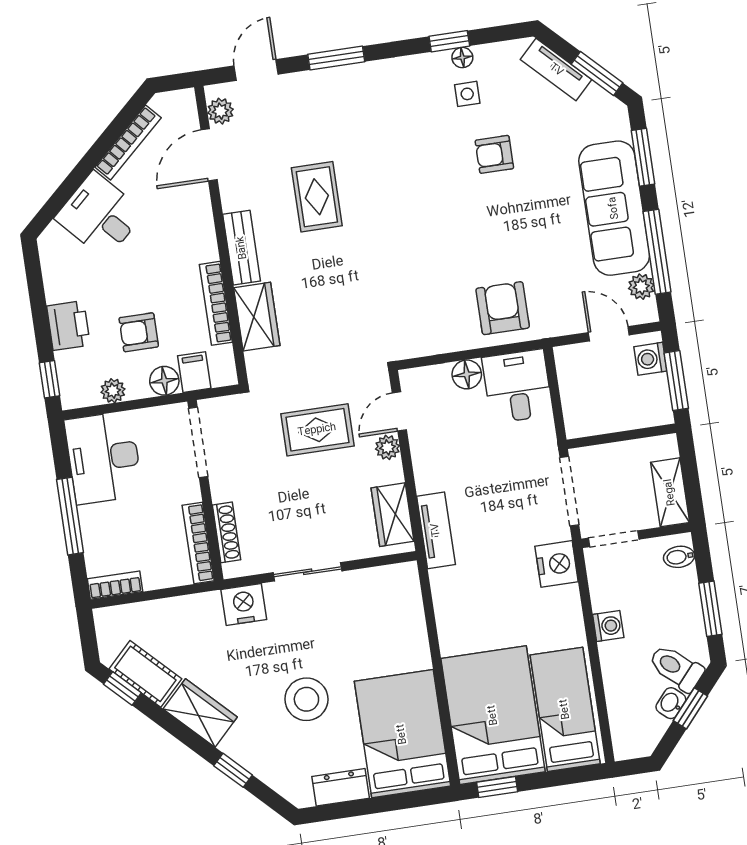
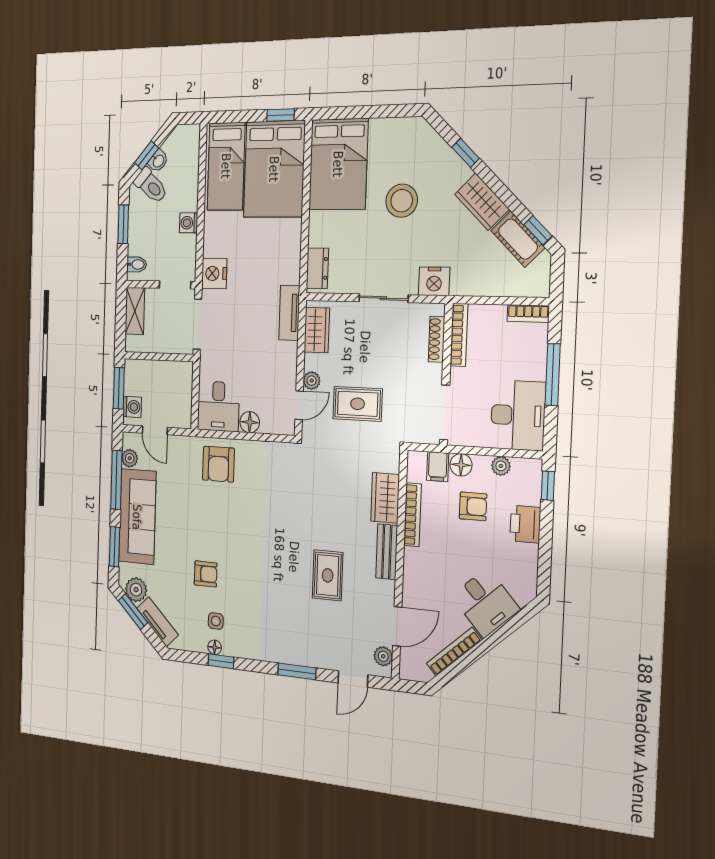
plant: (598, 106) -> (136, 590), added
dresser: (341, 787) -> (317, 268), moved, turned -90

